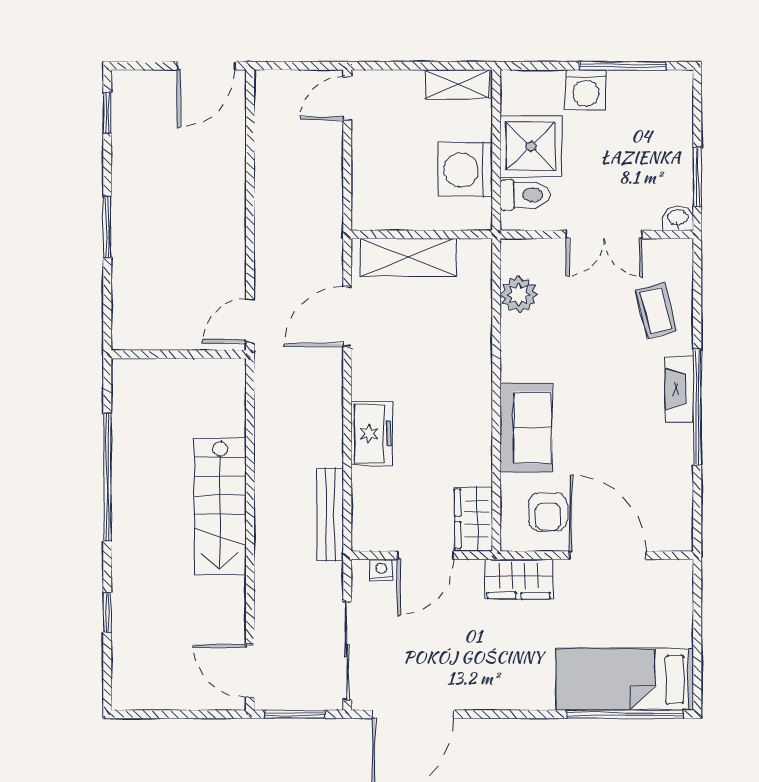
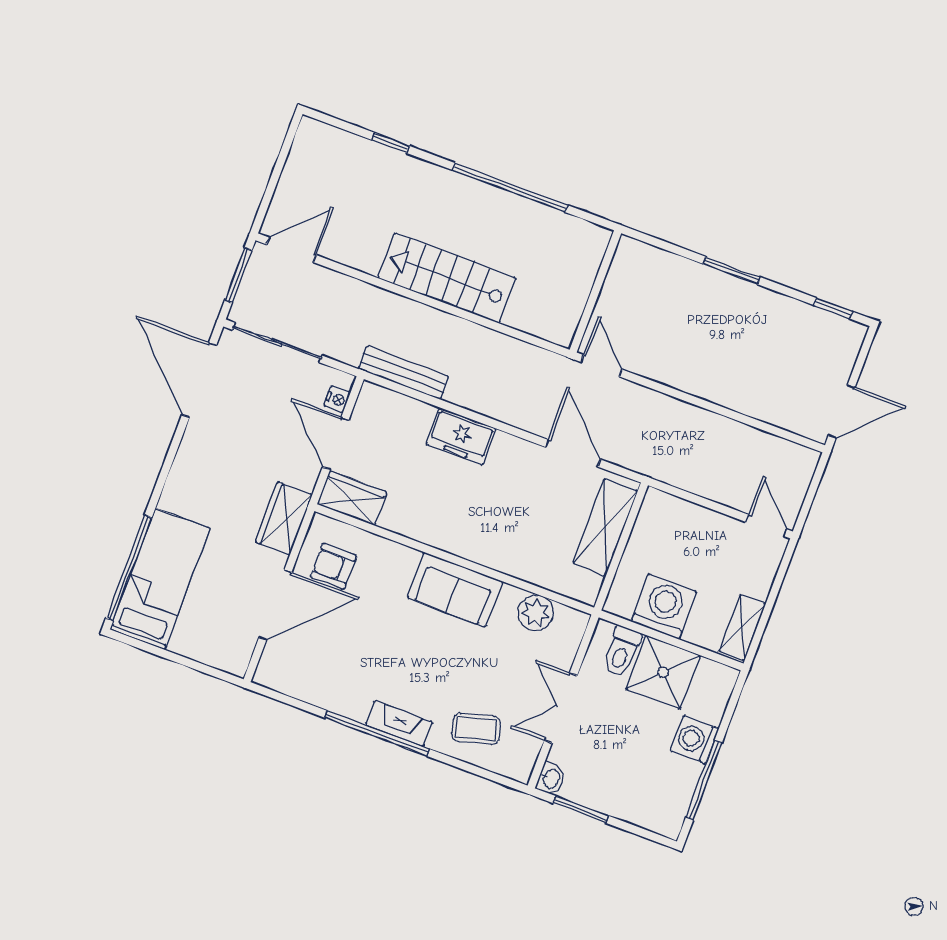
door: (206, 66) -> (842, 411), swing flipped
sofa: (526, 427) -> (455, 590), moved

